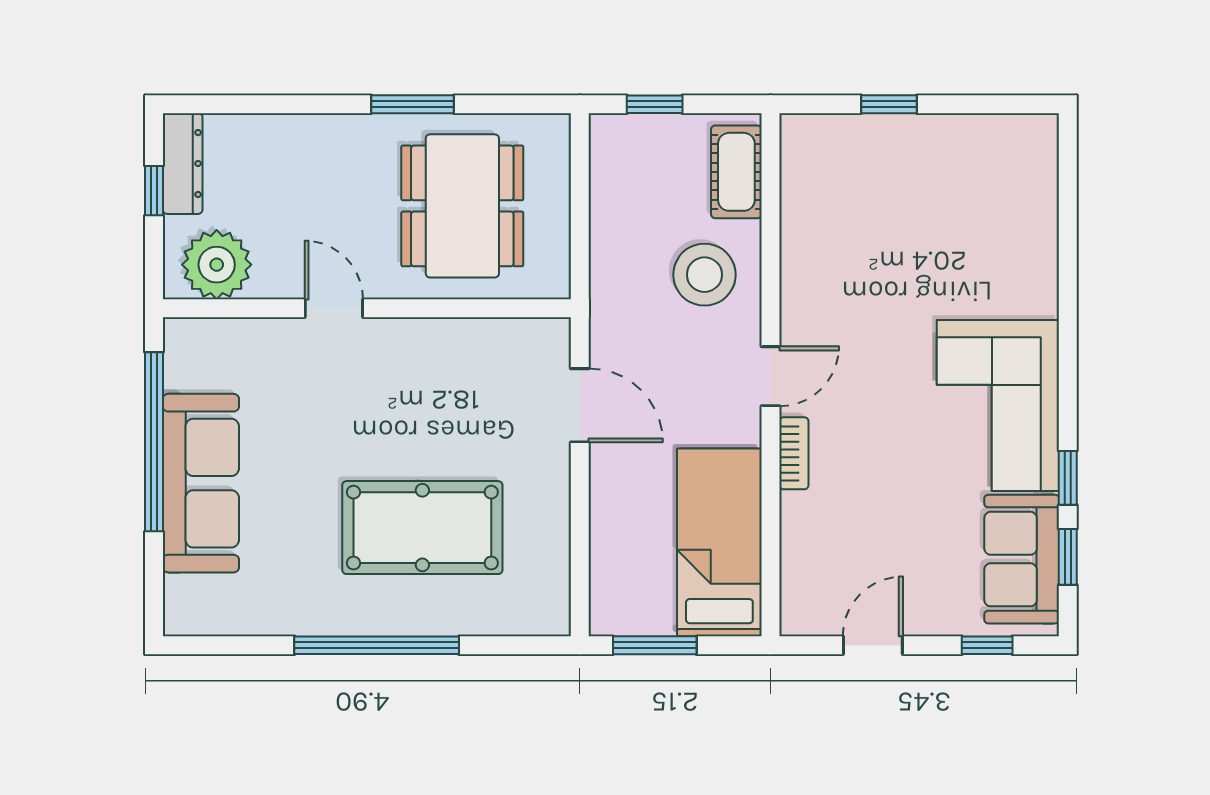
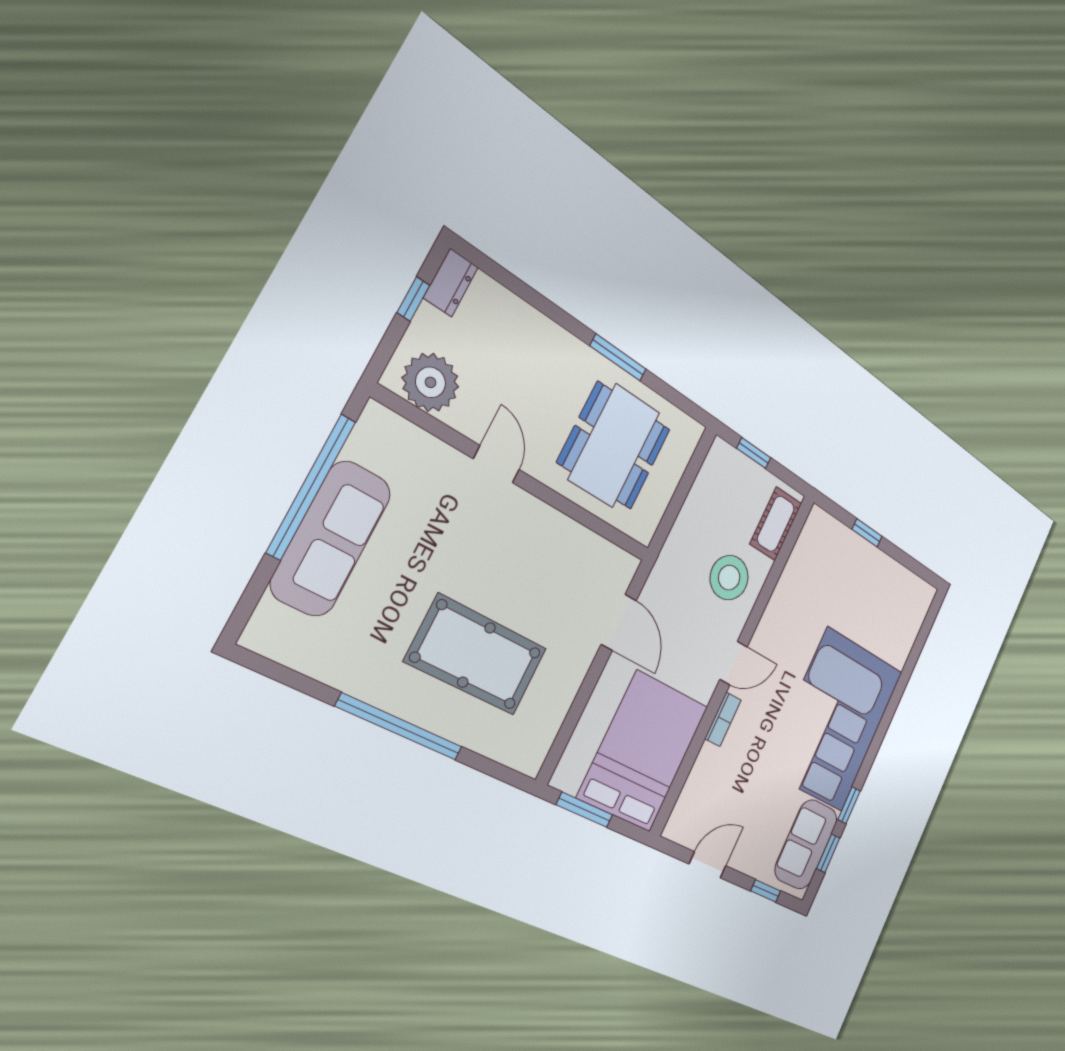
dresser: (183, 164) -> (451, 283), width x0.70
corner sofa: (998, 405) -> (835, 720), width x1.36, depth x1.36
bed: (719, 542) -> (643, 751), width x1.50

